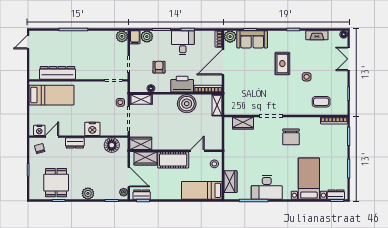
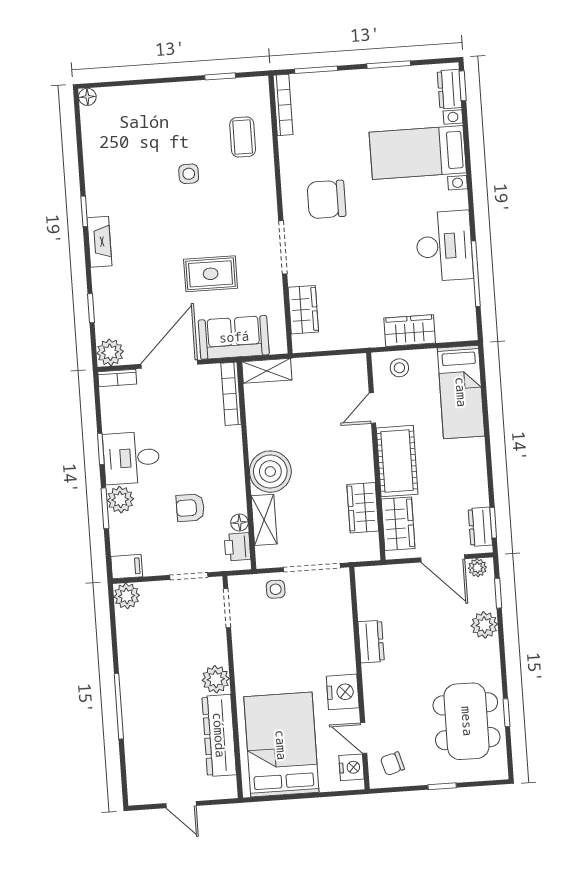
fireplace: (317, 35) -> (99, 242), moved
plant: (147, 36) -> (120, 500), moved
sofa: (252, 39) -> (234, 337), moved, turned -90
door: (28, 42) -> (181, 805), moved
double door: (349, 59) -> (142, 82), removed
door: (223, 62) -> (169, 364), swing flipped
rug: (282, 64) -> (211, 274), moved
plant: (82, 73) -> (216, 679), added
printer: (182, 84) -> (237, 547), moved, width x0.53, depth x0.68
bed: (52, 95) -> (281, 745), width x1.50
shelving: (141, 99) -> (264, 520), moved
boiler: (187, 104) -> (270, 472), moved
nightstand: (92, 129) -> (343, 692), moved
chair: (291, 137) -> (327, 199), turned 180
dresser: (75, 143) -> (371, 642), moved
wardrobe: (141, 143) -> (363, 508), moved
floor lamp: (112, 145) -> (373, 602), removed
door: (197, 151) -> (372, 408), hinge flipped
door: (129, 177) -> (443, 558), swing flipped
wardrobe: (230, 182) -> (410, 331), moved
dining table: (56, 183) -> (467, 721), width x1.38
plant: (88, 193) -> (484, 625), moved

